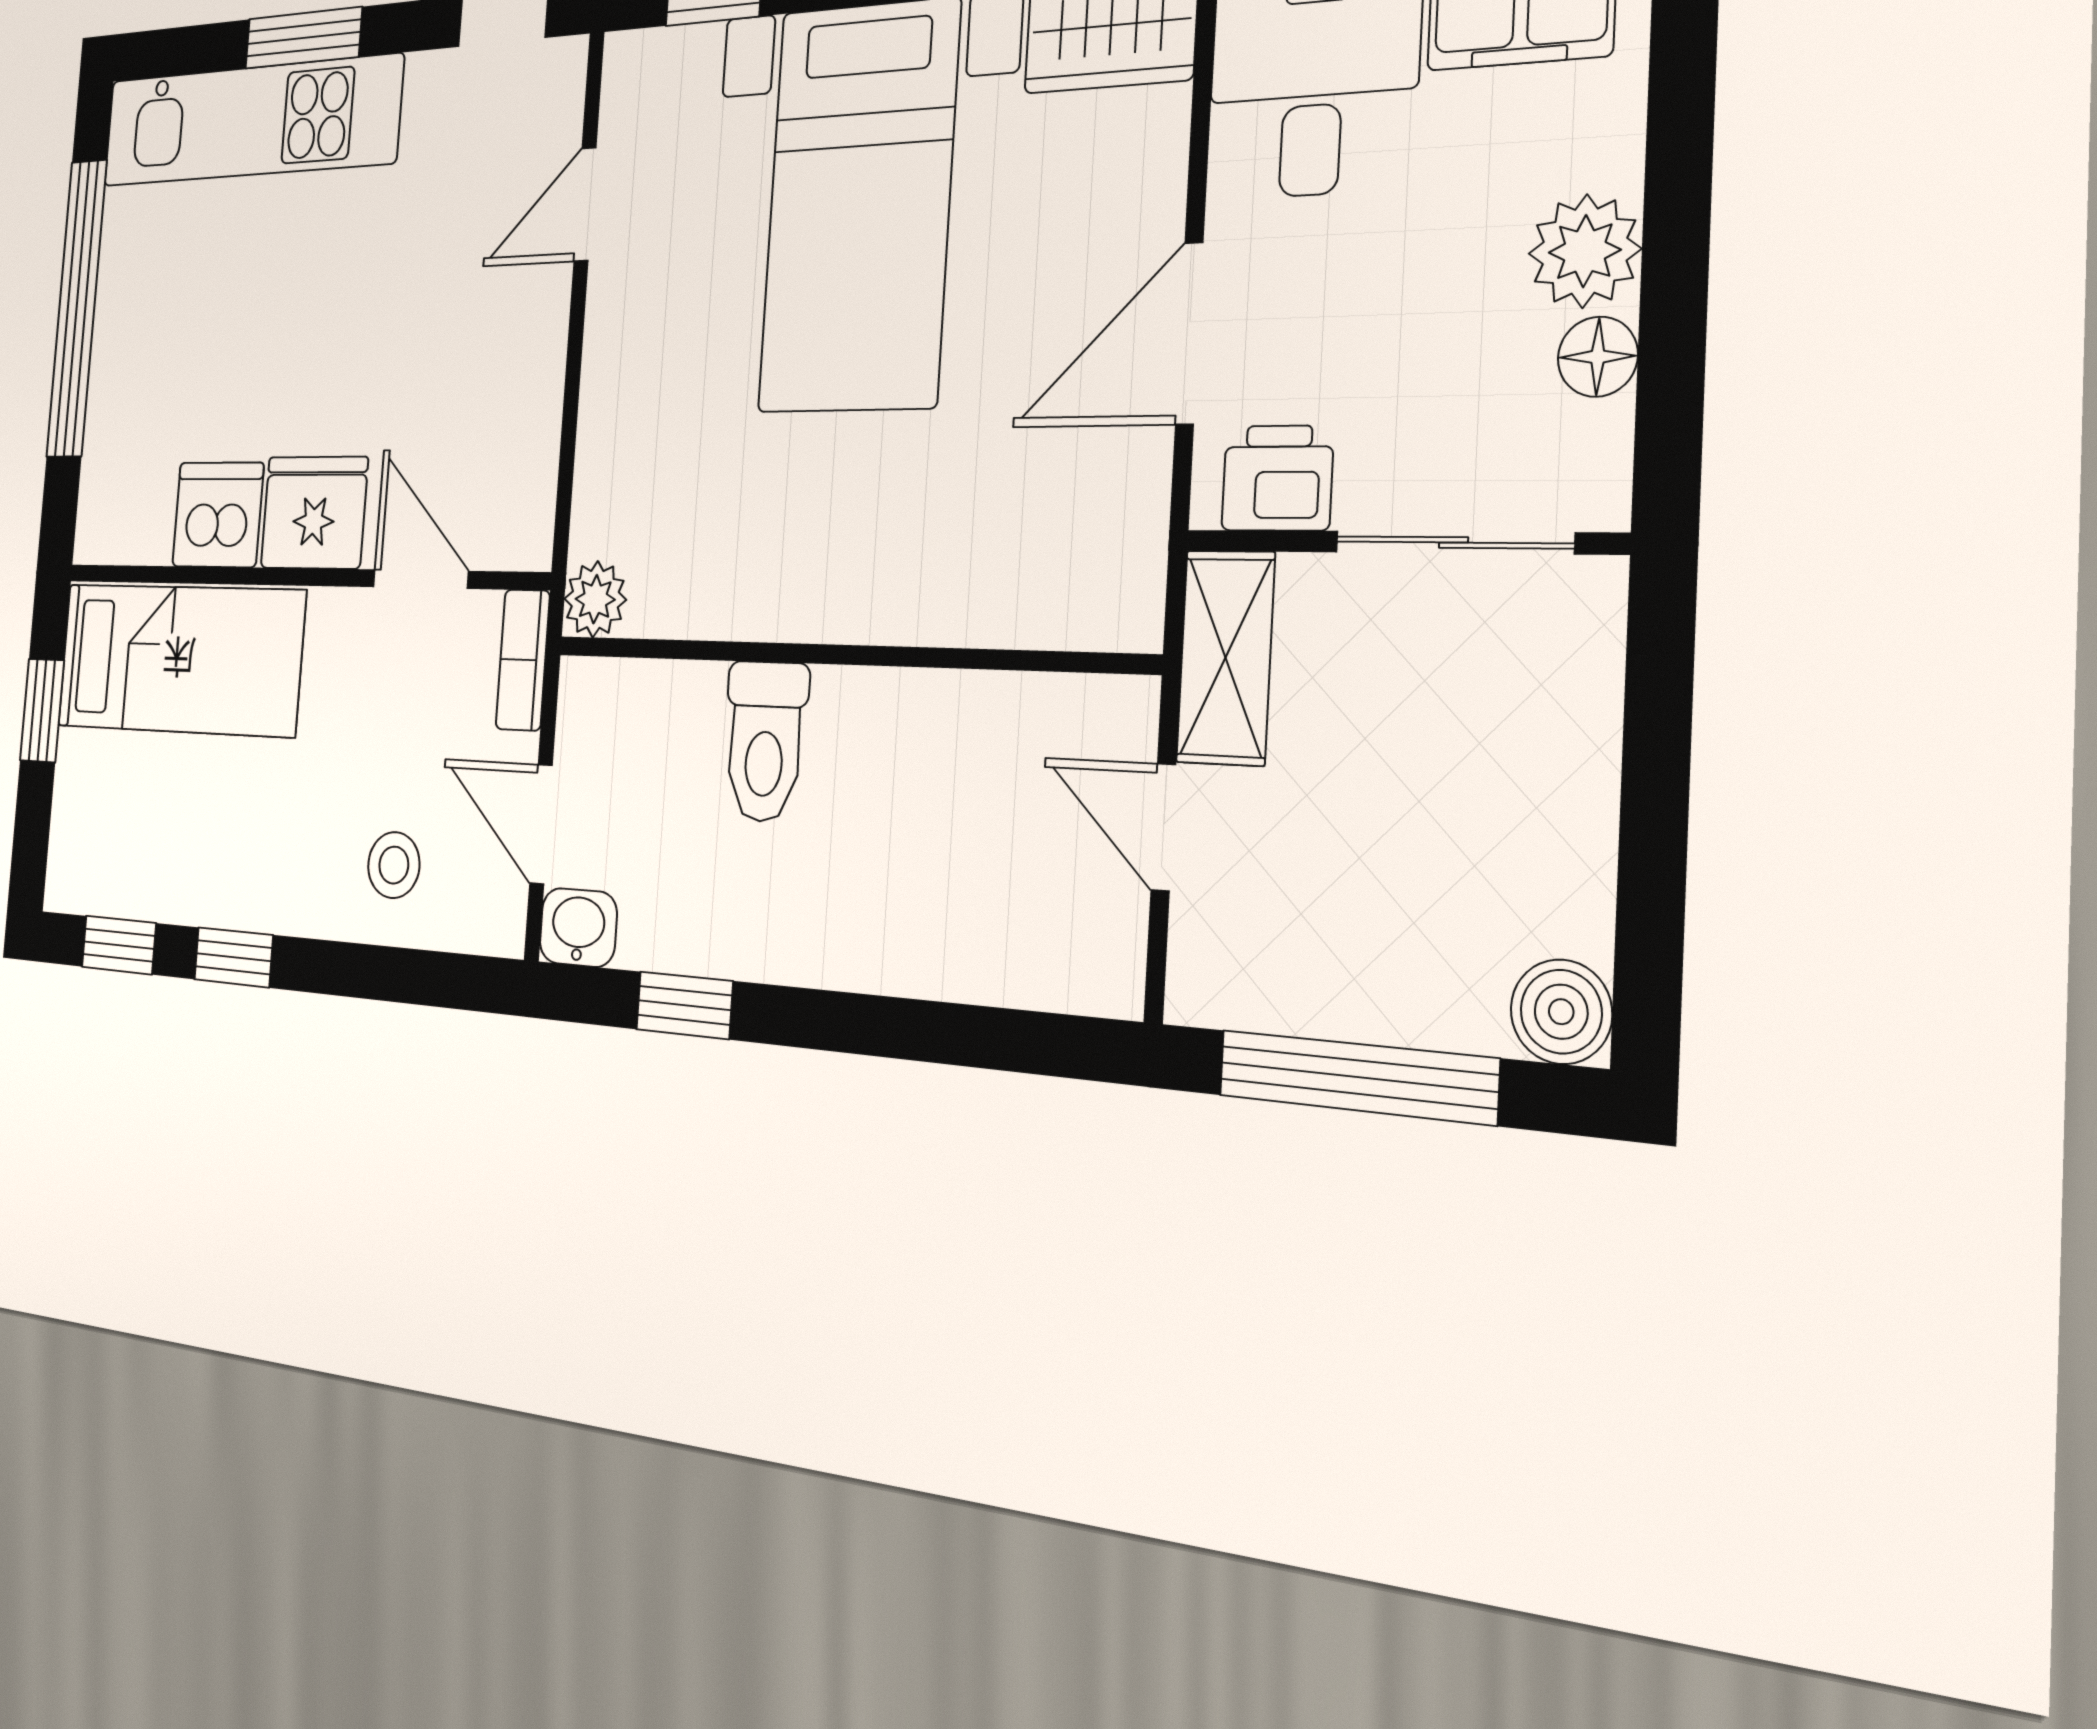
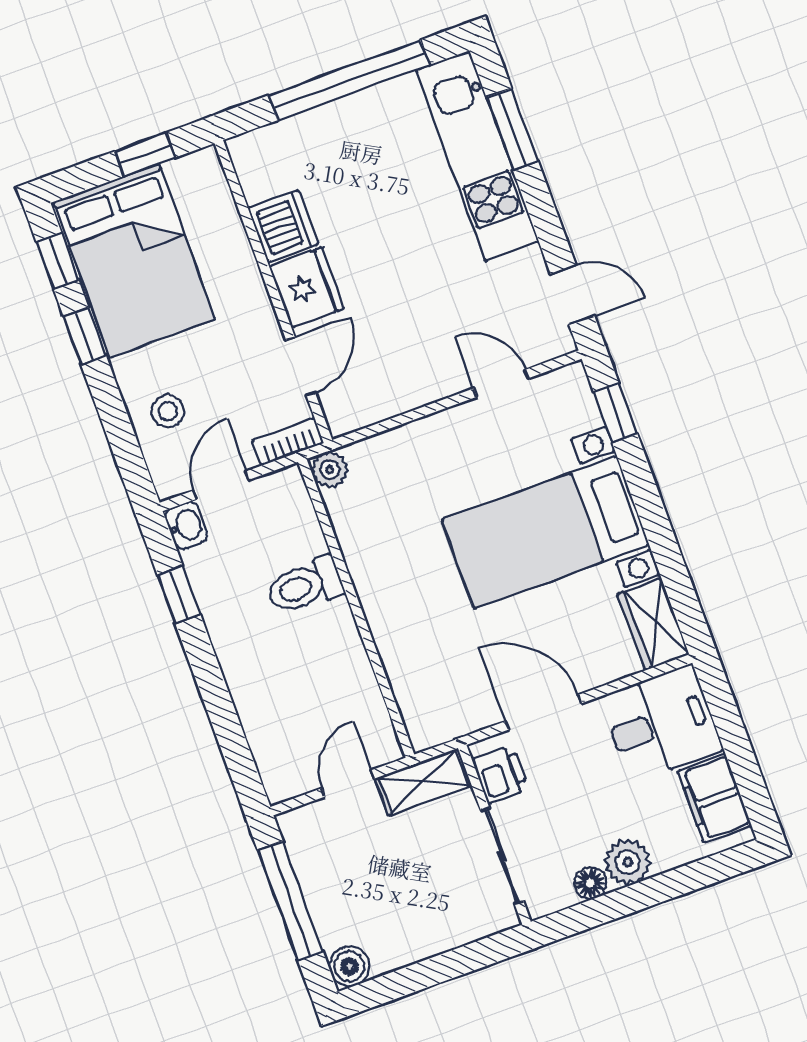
window: (303, 38) -> (512, 129), moved
bed: (179, 659) -> (134, 261), moved, width x1.50

